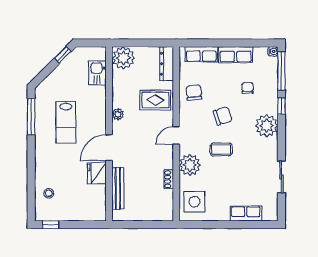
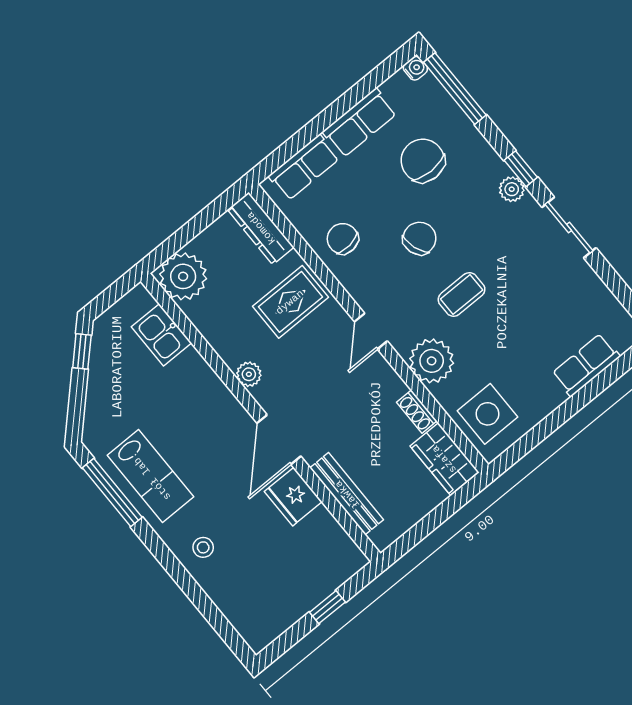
chair: (248, 88) -> (423, 161), width x1.87, depth x1.87
window: (281, 106) -> (521, 169), moved
lab bench: (66, 122) -> (150, 476), moved
plant: (267, 126) -> (512, 189), width x0.53, depth x0.53
sliding door: (281, 177) -> (569, 228), moved
stool: (49, 193) -> (203, 547), moved
wardrobe: (165, 205) -> (444, 459), added
window: (51, 225) -> (327, 607), moved

